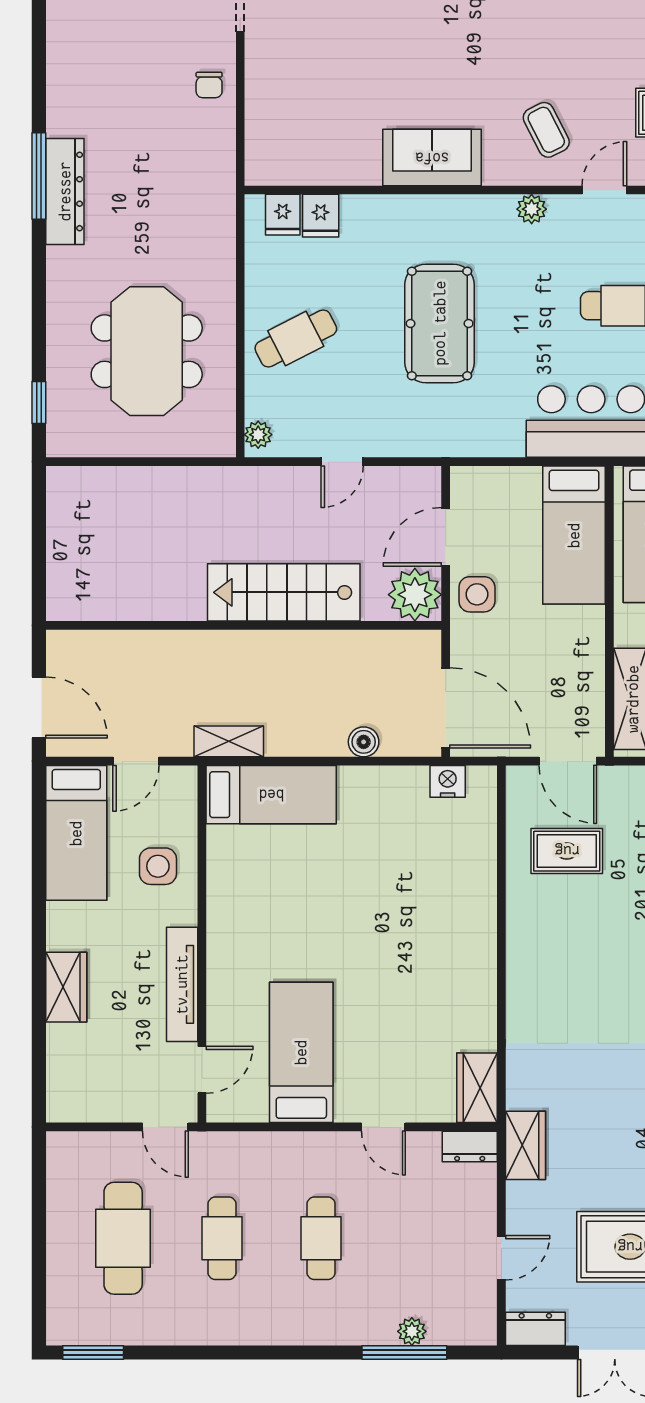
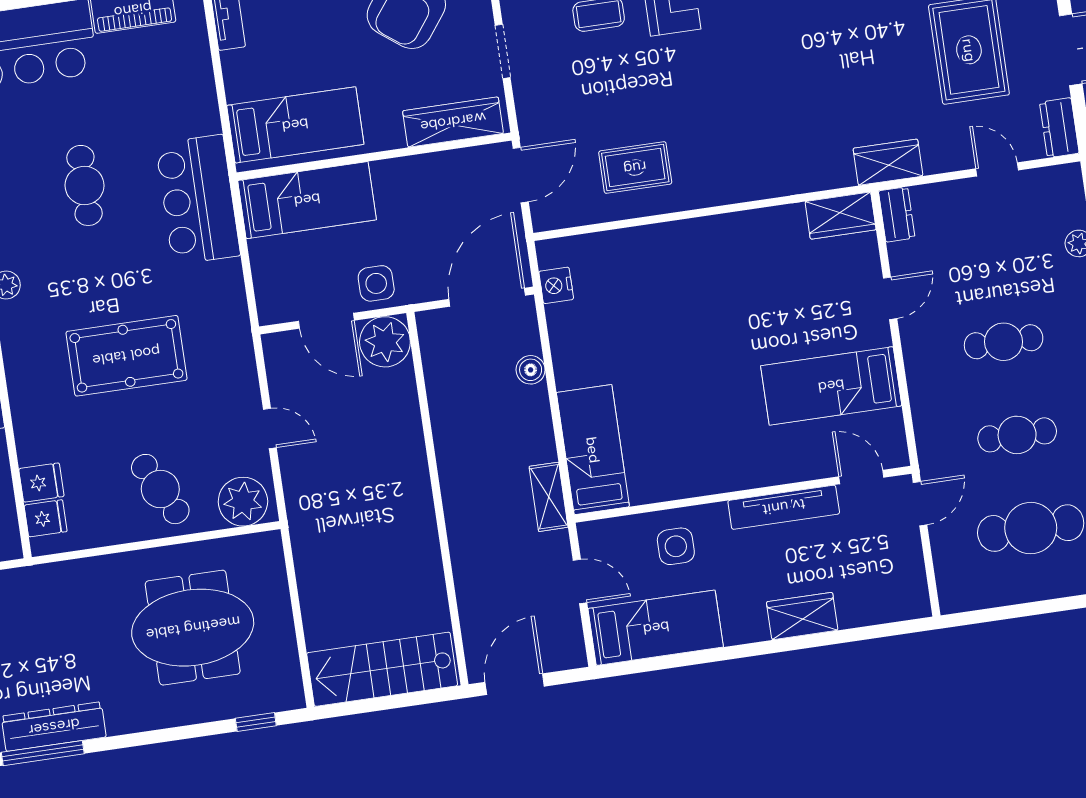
plant: (258, 435) -> (243, 502), width x1.88, depth x1.88
stairs: (284, 592) -> (382, 669), moved, turned 90
door: (39, 708) -> (515, 684), moved
rug: (567, 851) -> (635, 168), moved, turned 90

